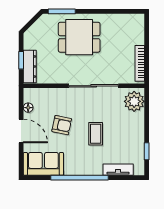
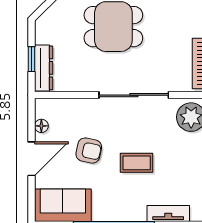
door: (21, 131) -> (32, 159), hinge flipped
coffee table: (96, 134) -> (137, 163), turned 90

